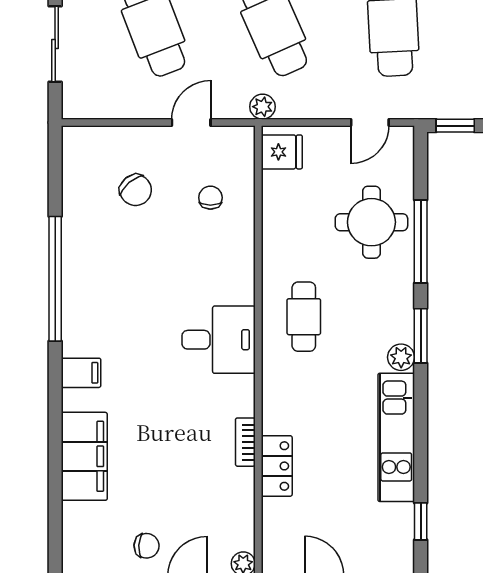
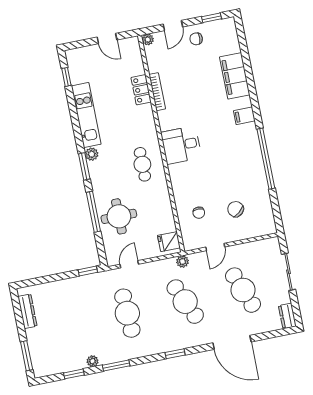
bookcase: (245, 442) -> (157, 92), width x1.56

